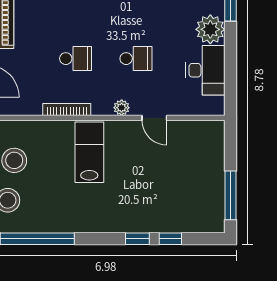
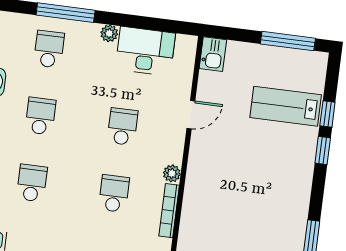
plant: (210, 29) -> (109, 33), width x0.53, depth x0.53
plant: (122, 108) -> (172, 173), moved
kitchen sink: (210, 130) -> (213, 54), added
lab bench: (89, 152) -> (286, 106), moved

